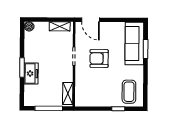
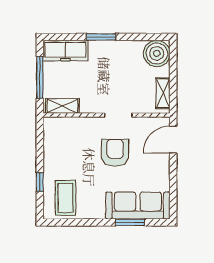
boiler: (29, 26) -> (157, 53), width x1.86, depth x1.86
freezer: (31, 74) -> (65, 51), moved, width x1.40
coffee table: (129, 92) -> (65, 198), turned 90

